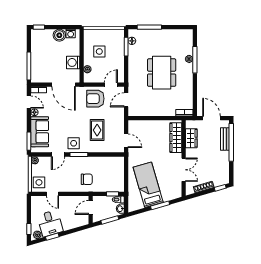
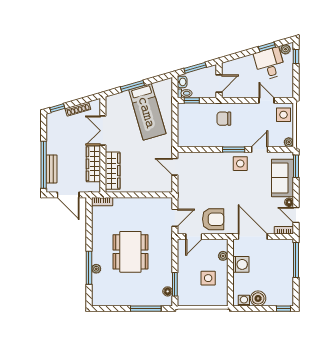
rug: (97, 130) -> (211, 180), removed
wardrobe: (191, 138) -> (93, 164), width x1.50

